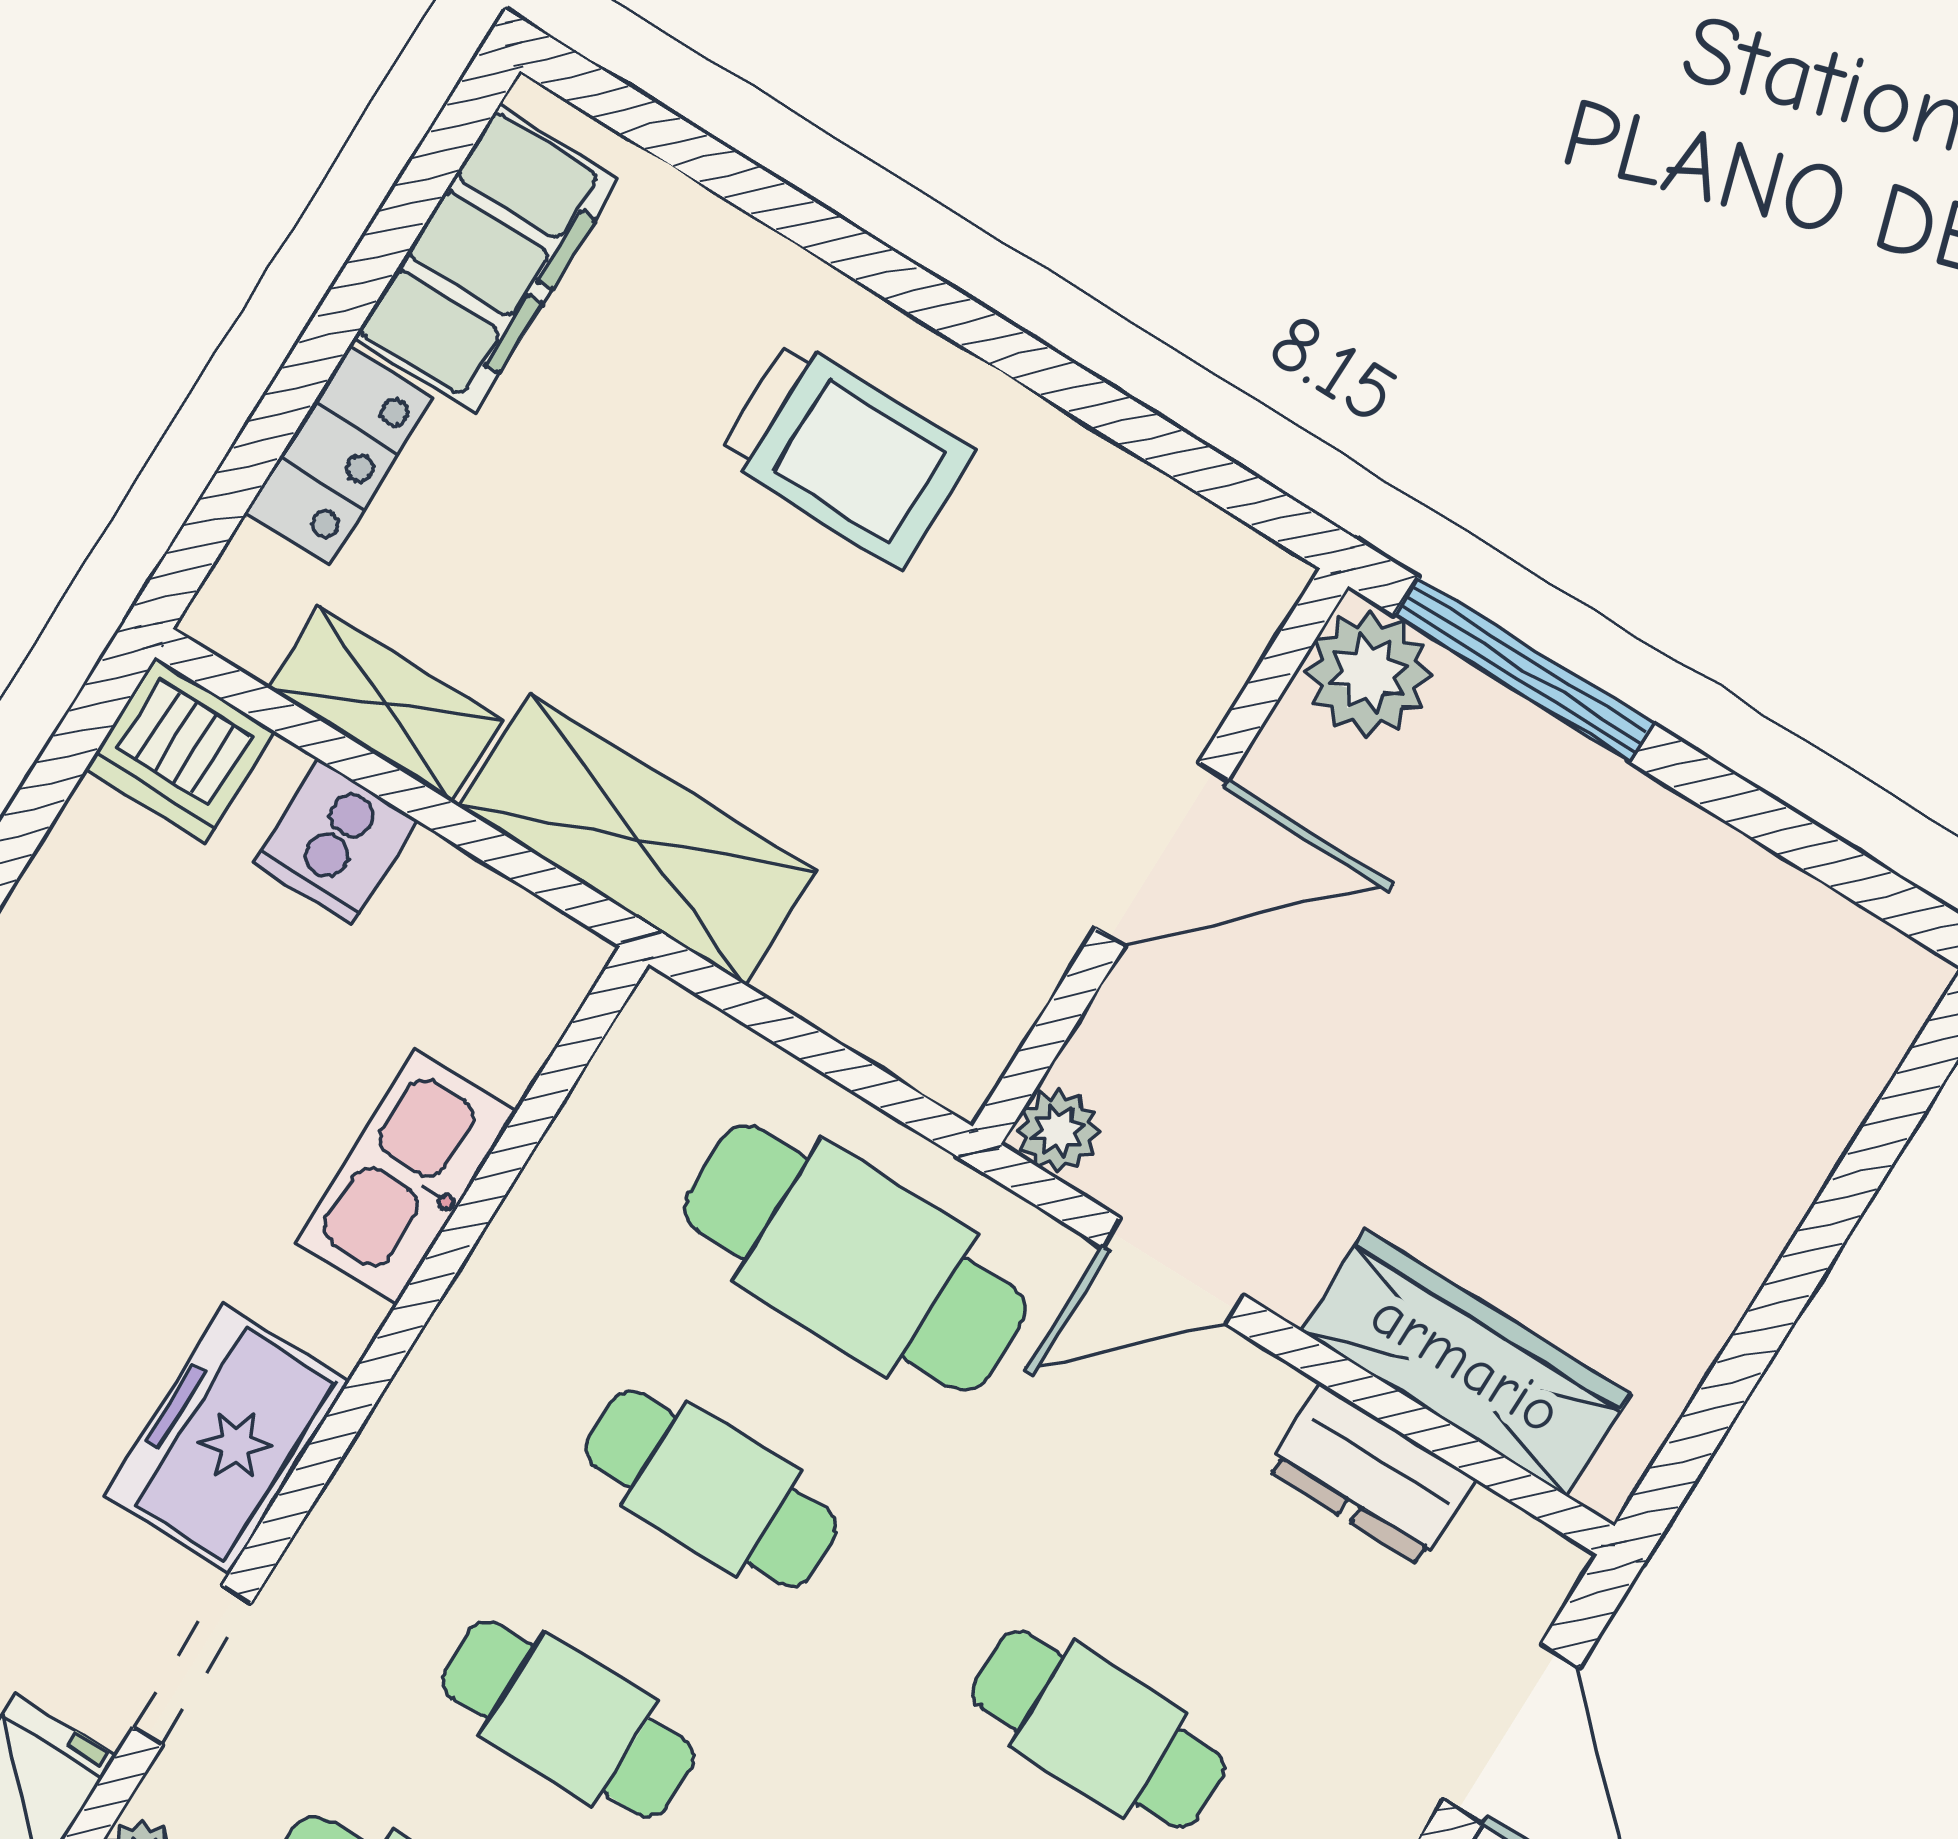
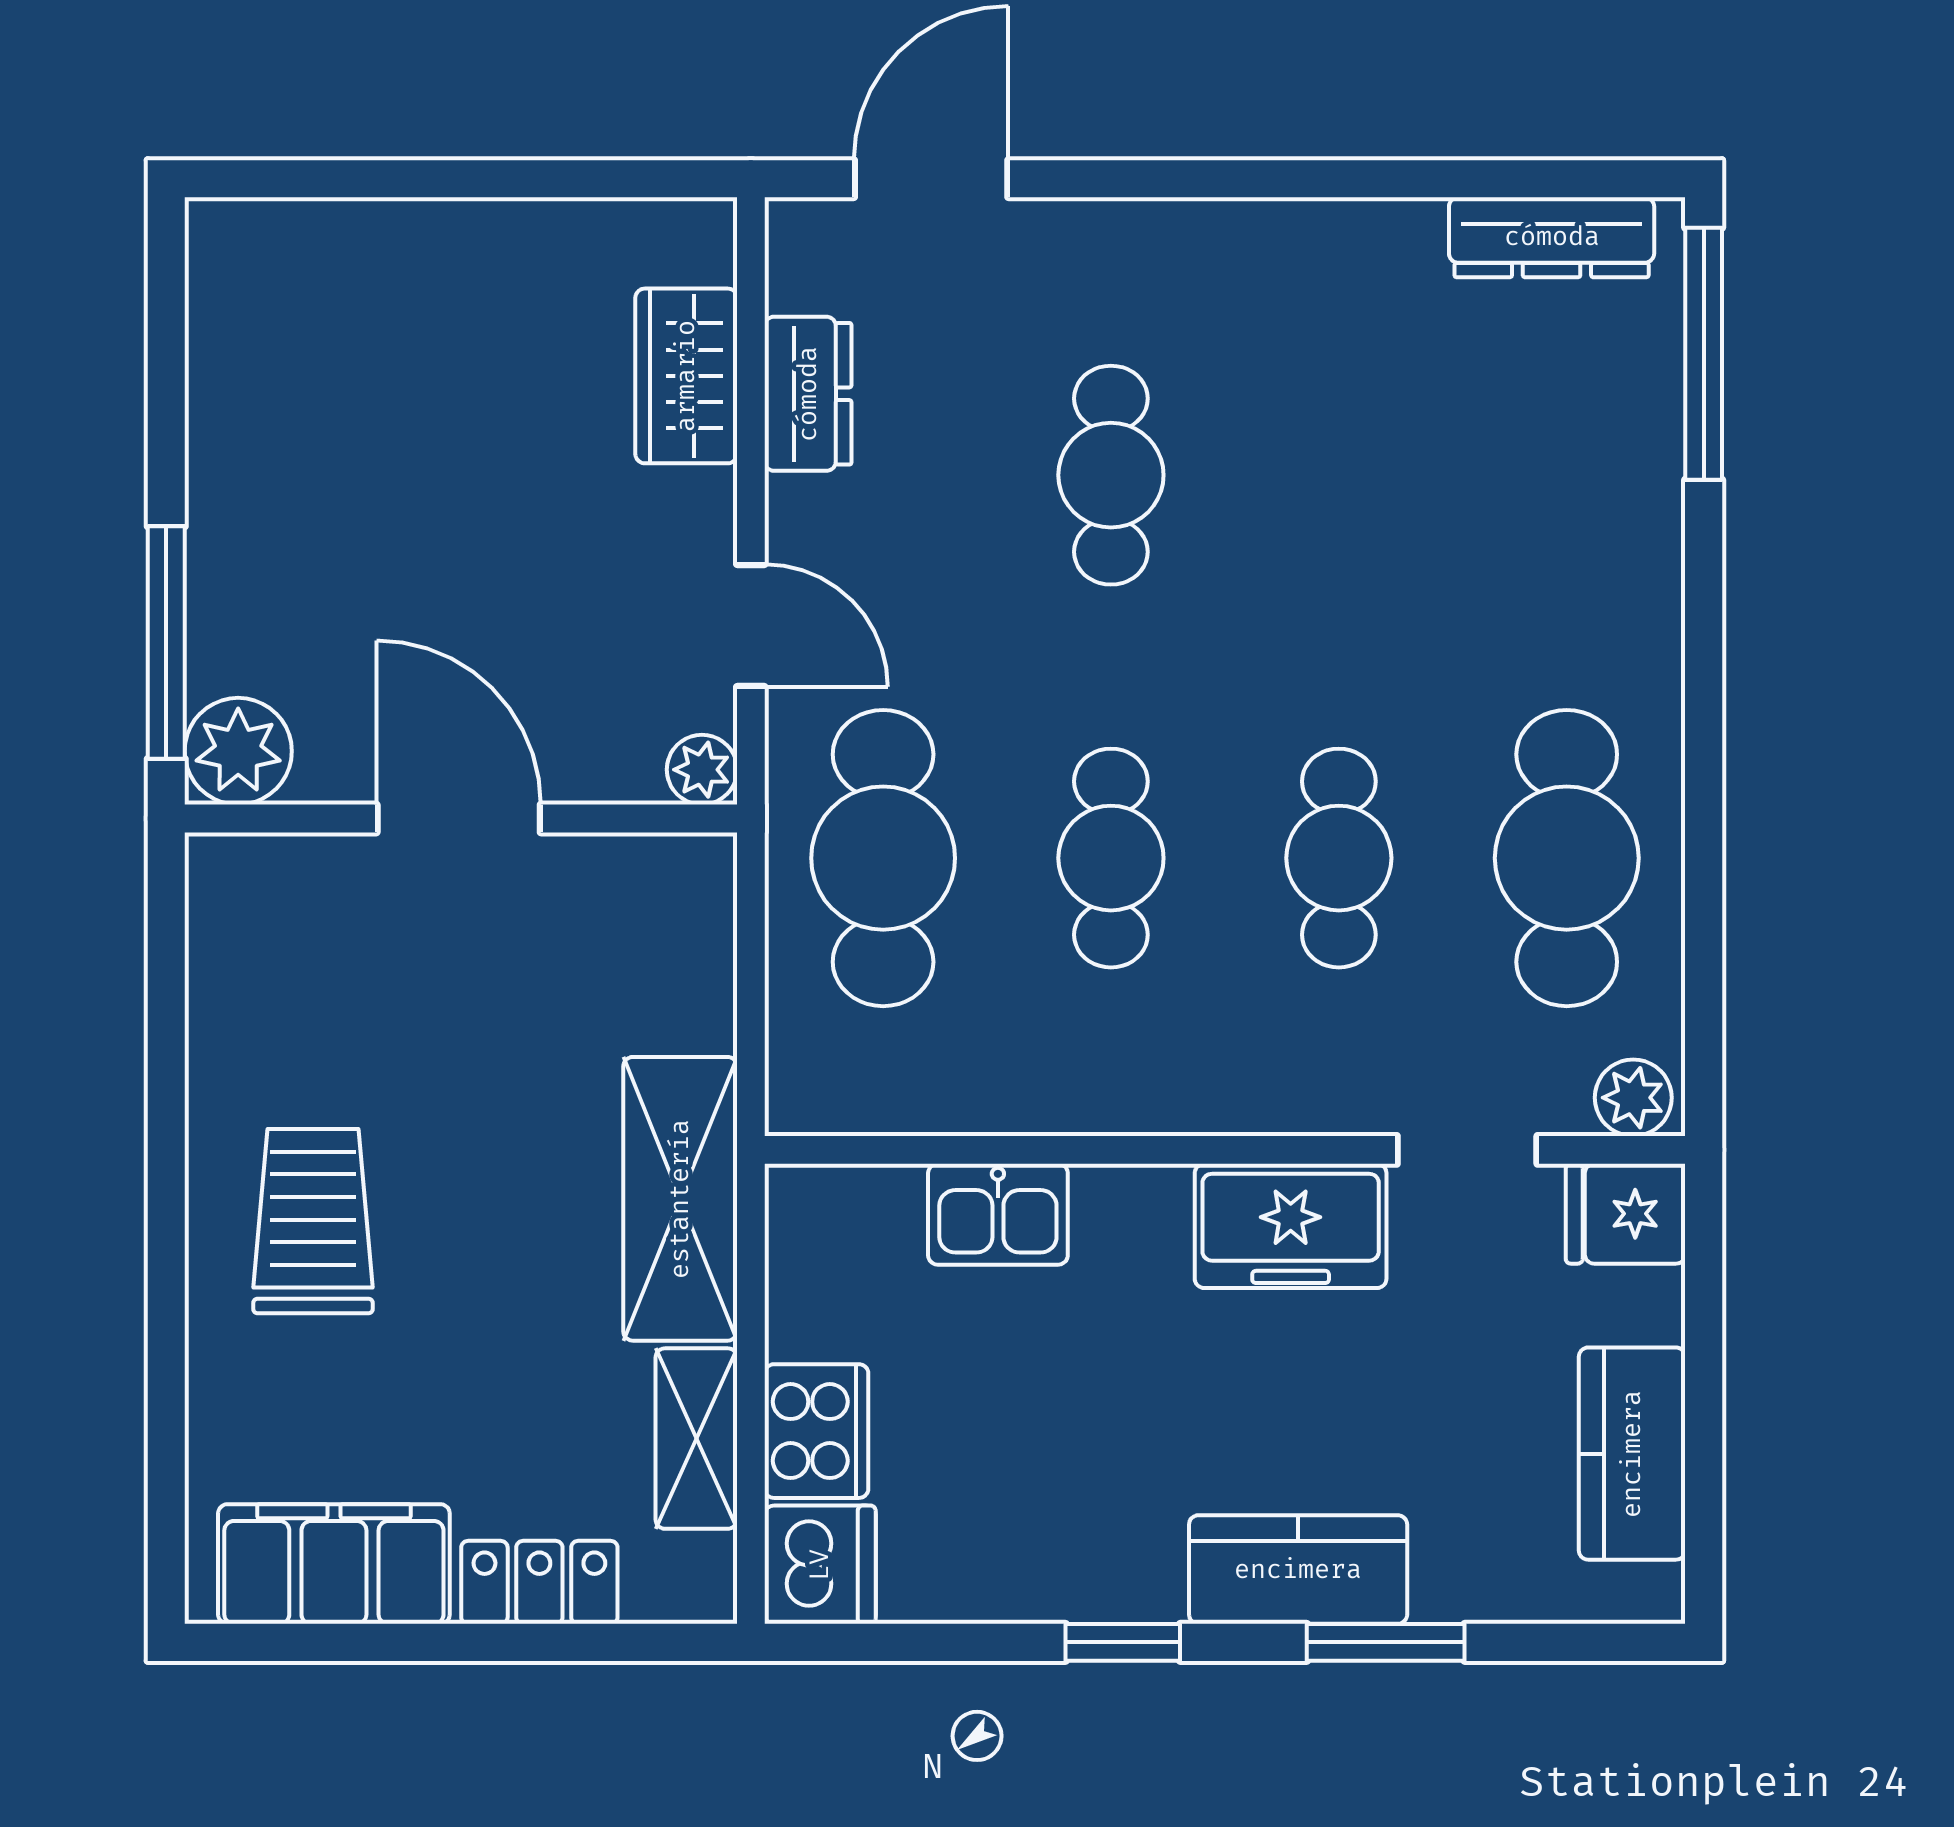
cooker: (335, 842) -> (816, 1431), width x1.36
kitchen sink: (406, 1177) -> (998, 1214), width x0.73
wardrobe: (1466, 1363) -> (686, 376), width x0.67

